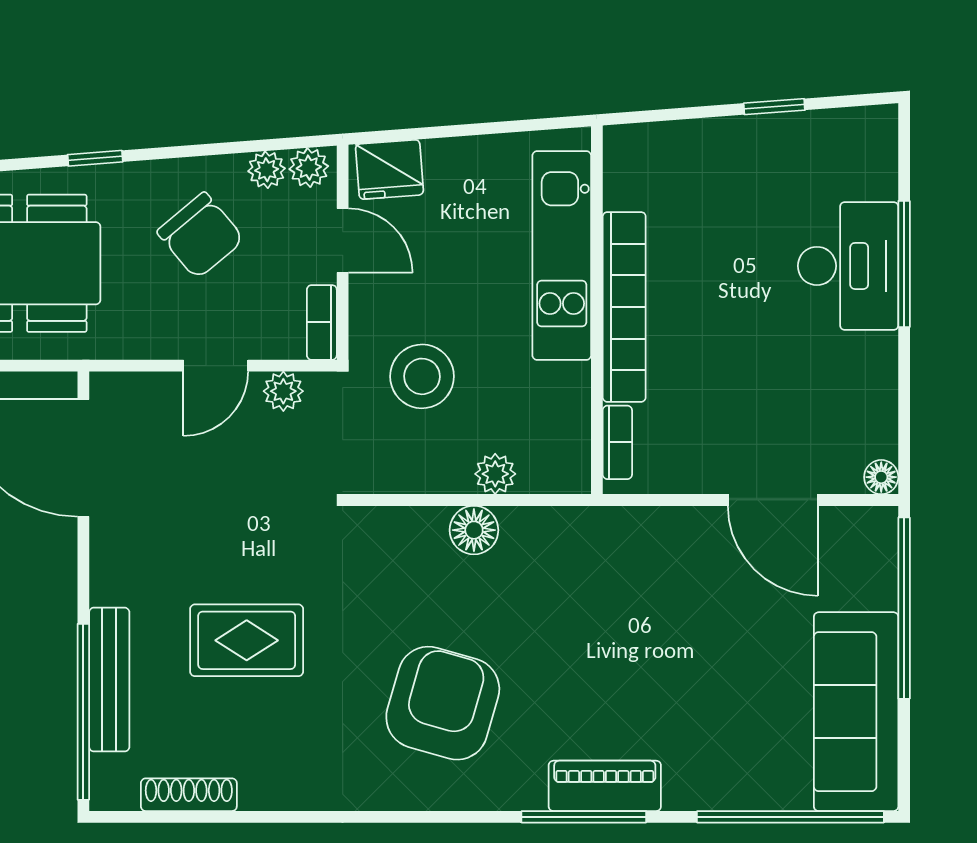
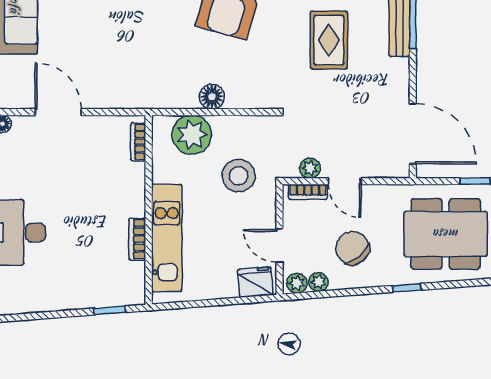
window: (774, 107) -> (110, 310), moved
bookcase: (624, 307) -> (137, 239), width x0.43, depth x0.76
bookcase: (322, 322) -> (308, 192), moved, turned 90
door: (216, 366) -> (345, 181), swing flipped
plant: (495, 474) -> (192, 135), width x1.87, depth x1.87
rug: (247, 640) -> (329, 40), turned 90

